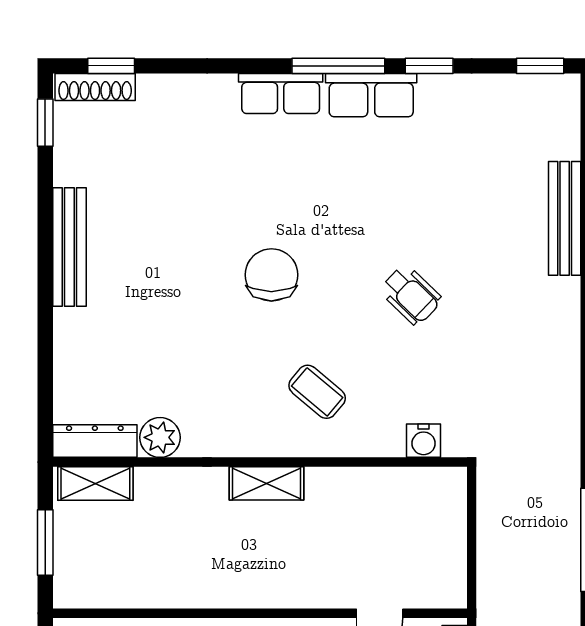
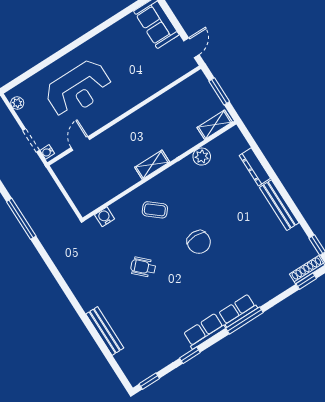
window: (338, 66) -> (245, 320), moved
dresser: (95, 441) -> (255, 167), moved, turned 90

